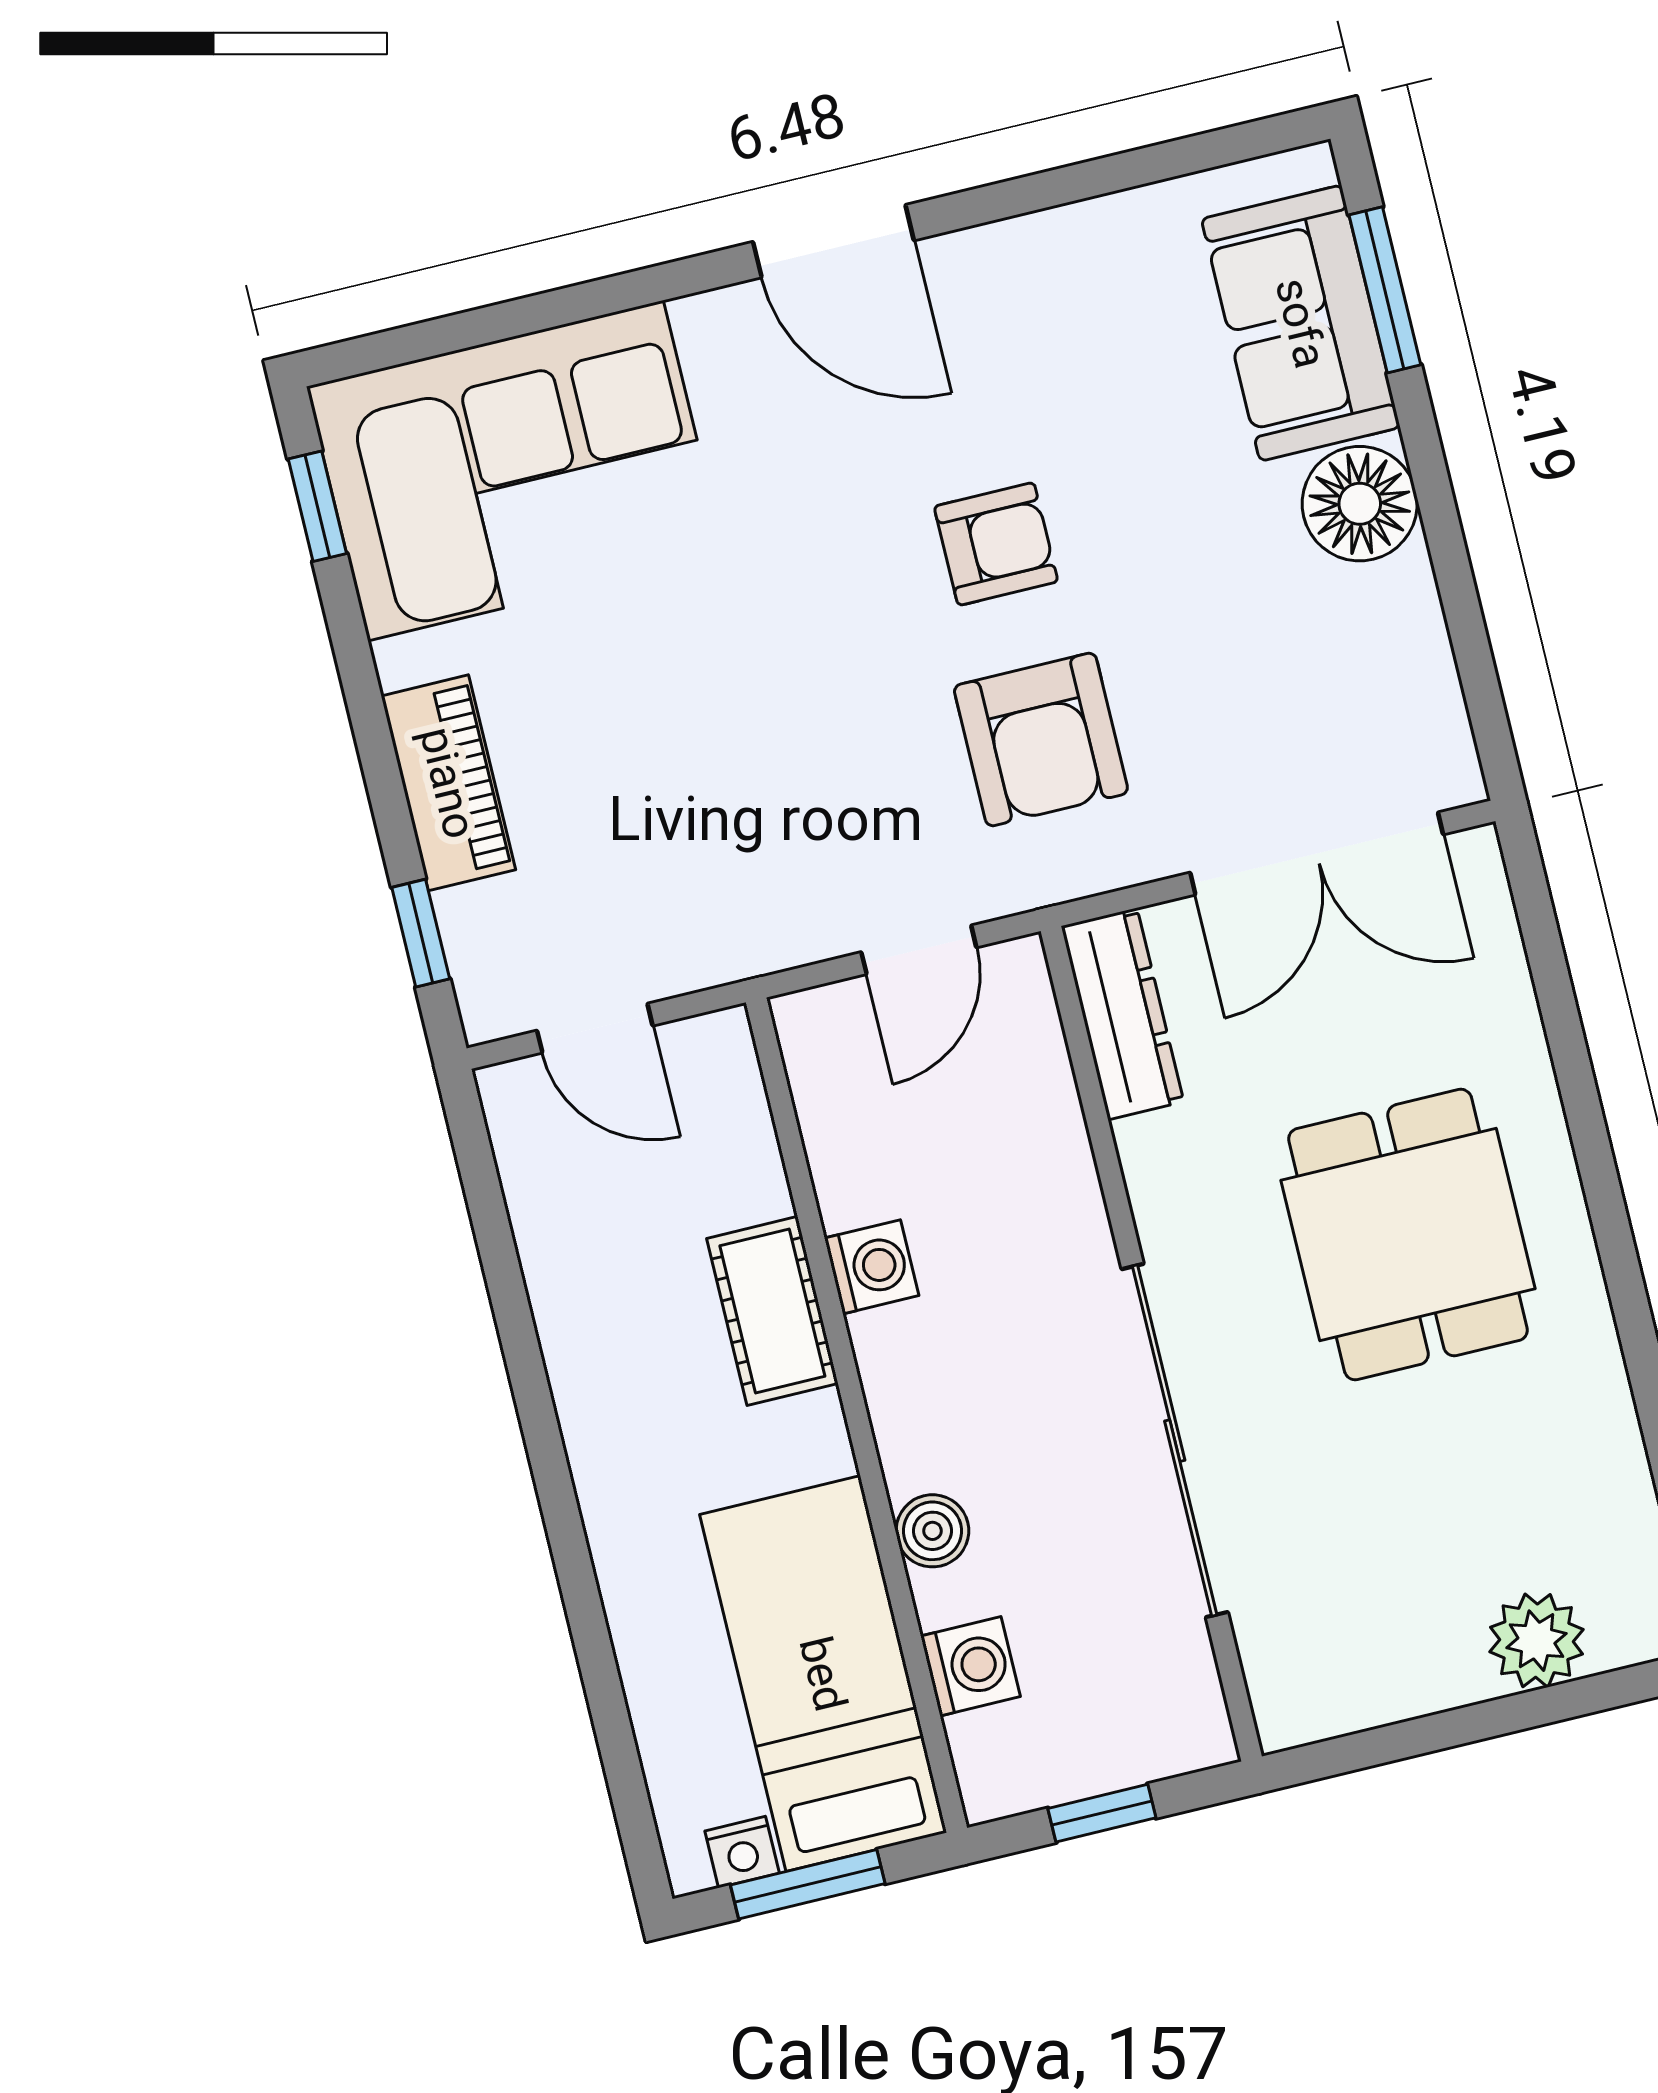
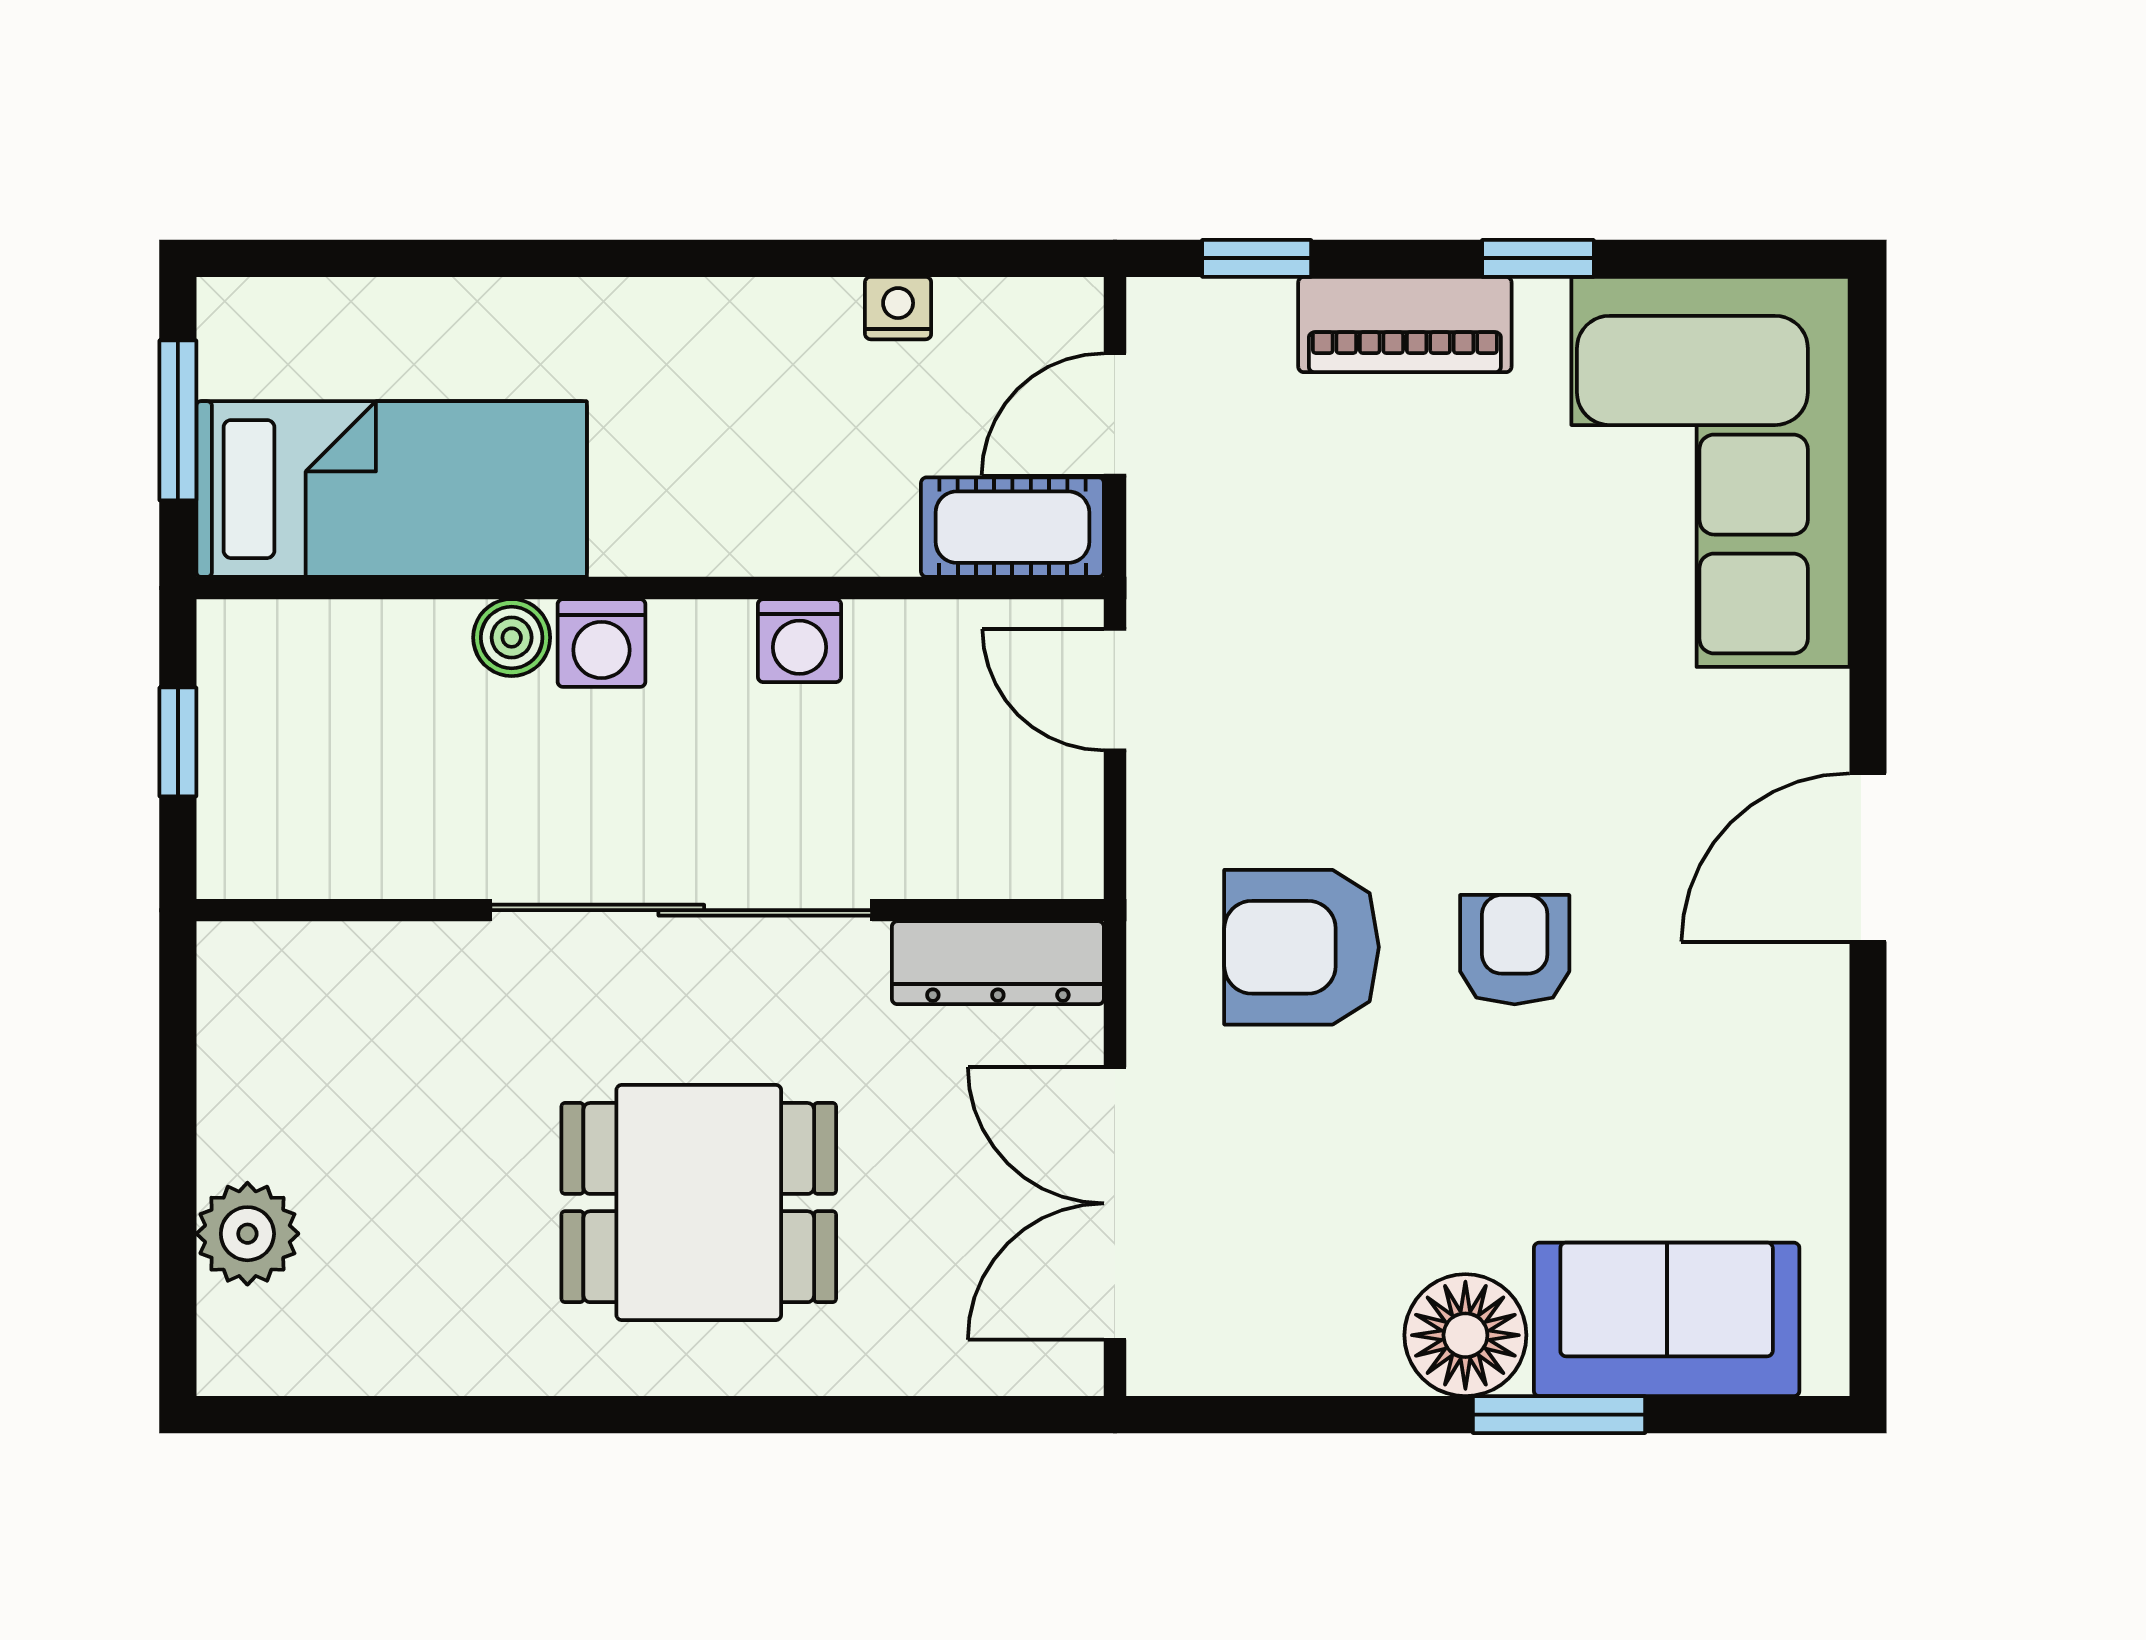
window: (1385, 290) -> (1559, 1415), moved
window: (317, 506) -> (1538, 258), moved
armchair: (996, 544) -> (1515, 950), turned 180
door: (919, 950) -> (1115, 690), moved
cot: (772, 1311) -> (1012, 527), moved
sliding door: (1175, 1441) -> (681, 910), moved
washing machine: (970, 1666) -> (601, 643), moved
nightstand: (742, 1852) -> (898, 308), moved, turned 90

